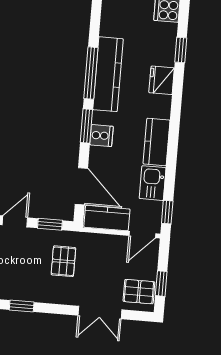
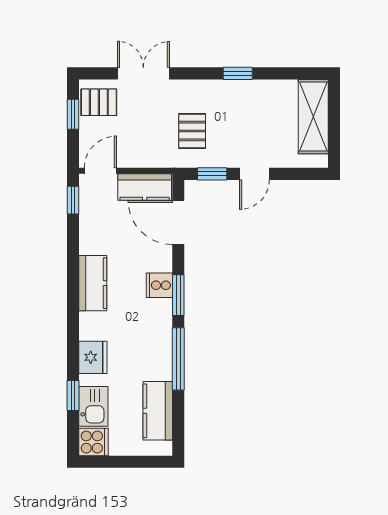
kitchen counter: (108, 74) -> (158, 411), moved, width x0.67
kitchen sink: (153, 183) -> (93, 406), moved

